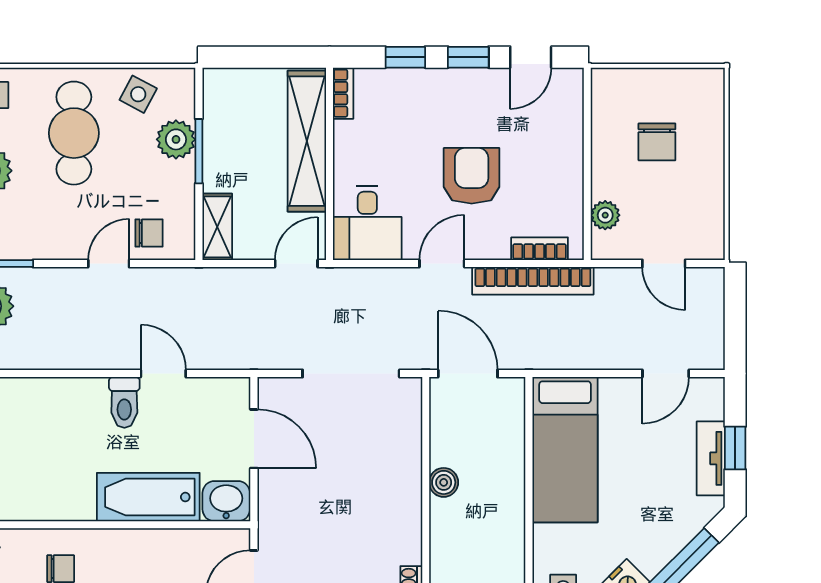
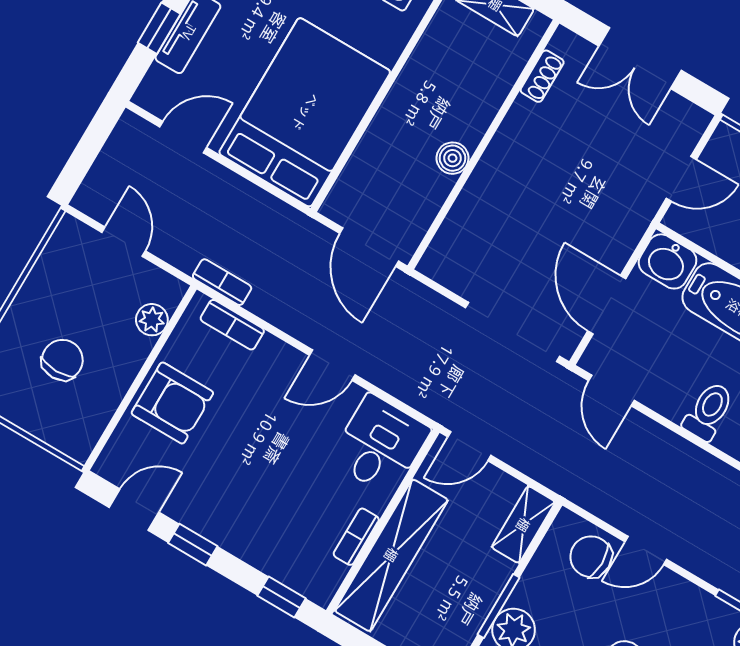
window: (405, 57) -> (282, 597), moved
bookcase: (343, 93) -> (356, 537), moved
armchair: (472, 176) -> (172, 403), moved, turned -90
chair: (149, 233) -> (591, 557), width x1.37, depth x1.37
bookcase: (533, 281) -> (222, 282), width x0.43, depth x0.76
door: (163, 373) -> (611, 391), moved
doorway: (351, 373) -> (513, 332), moved
bed: (565, 450) -> (305, 112), width x1.50

